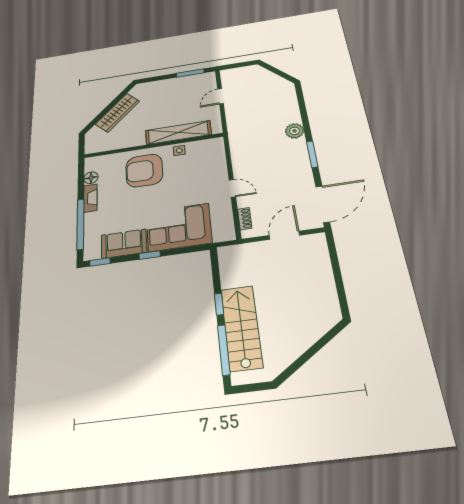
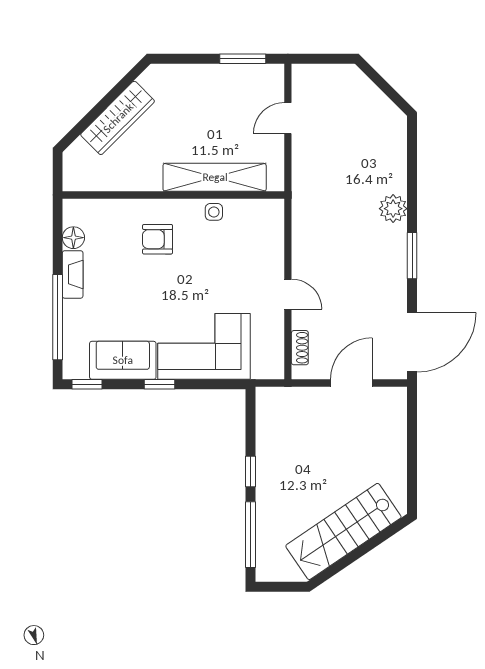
armchair: (144, 171) -> (158, 239), width x0.53, depth x0.53
stairs: (241, 328) -> (343, 531), moved, turned -124

